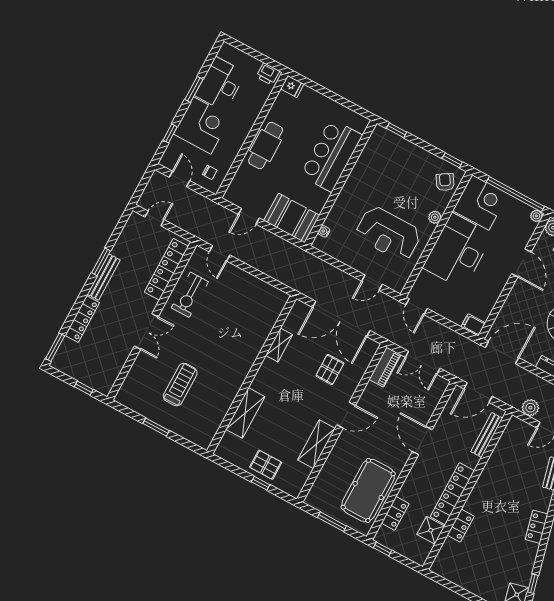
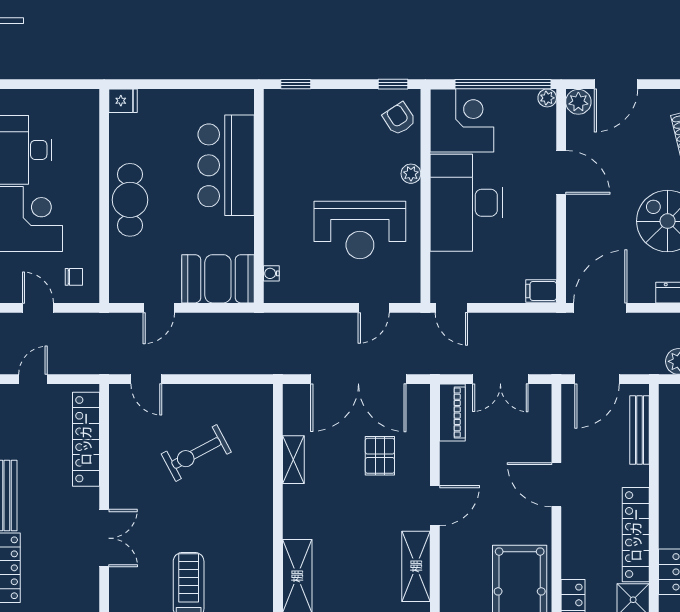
printer: (268, 74) -> (81, 101), removed
exercise bike: (190, 295) -> (196, 453), moved, turned 62

